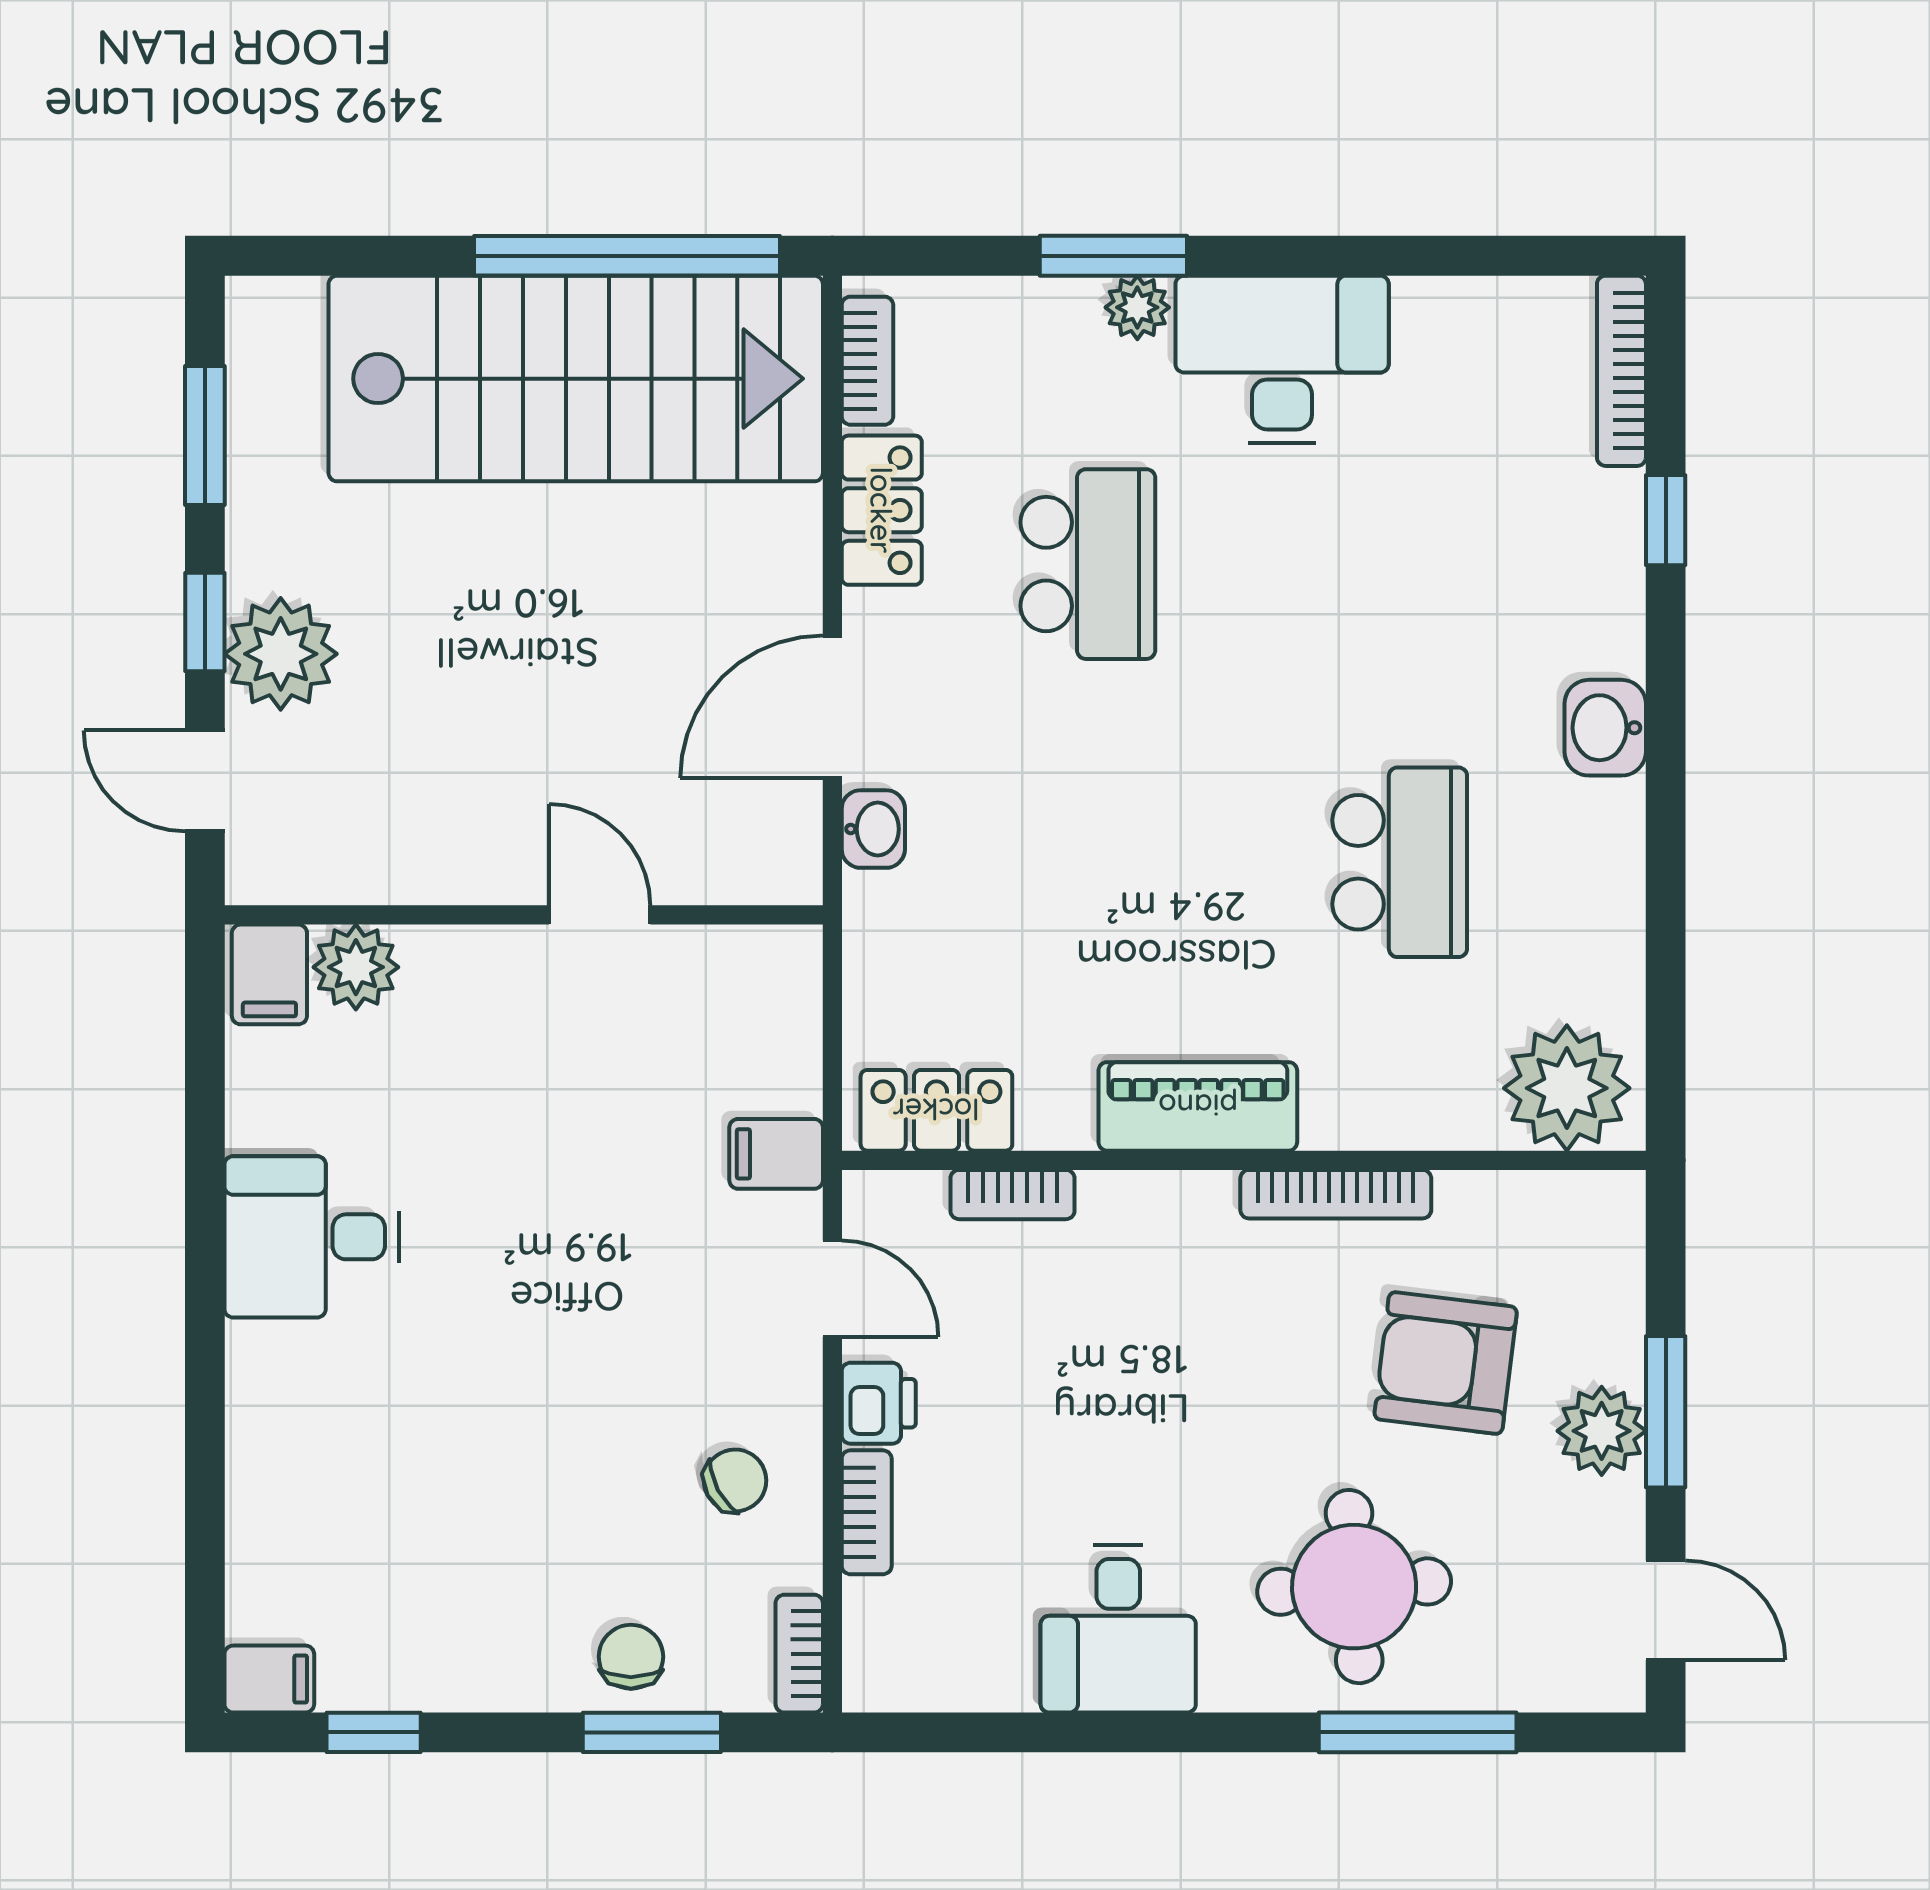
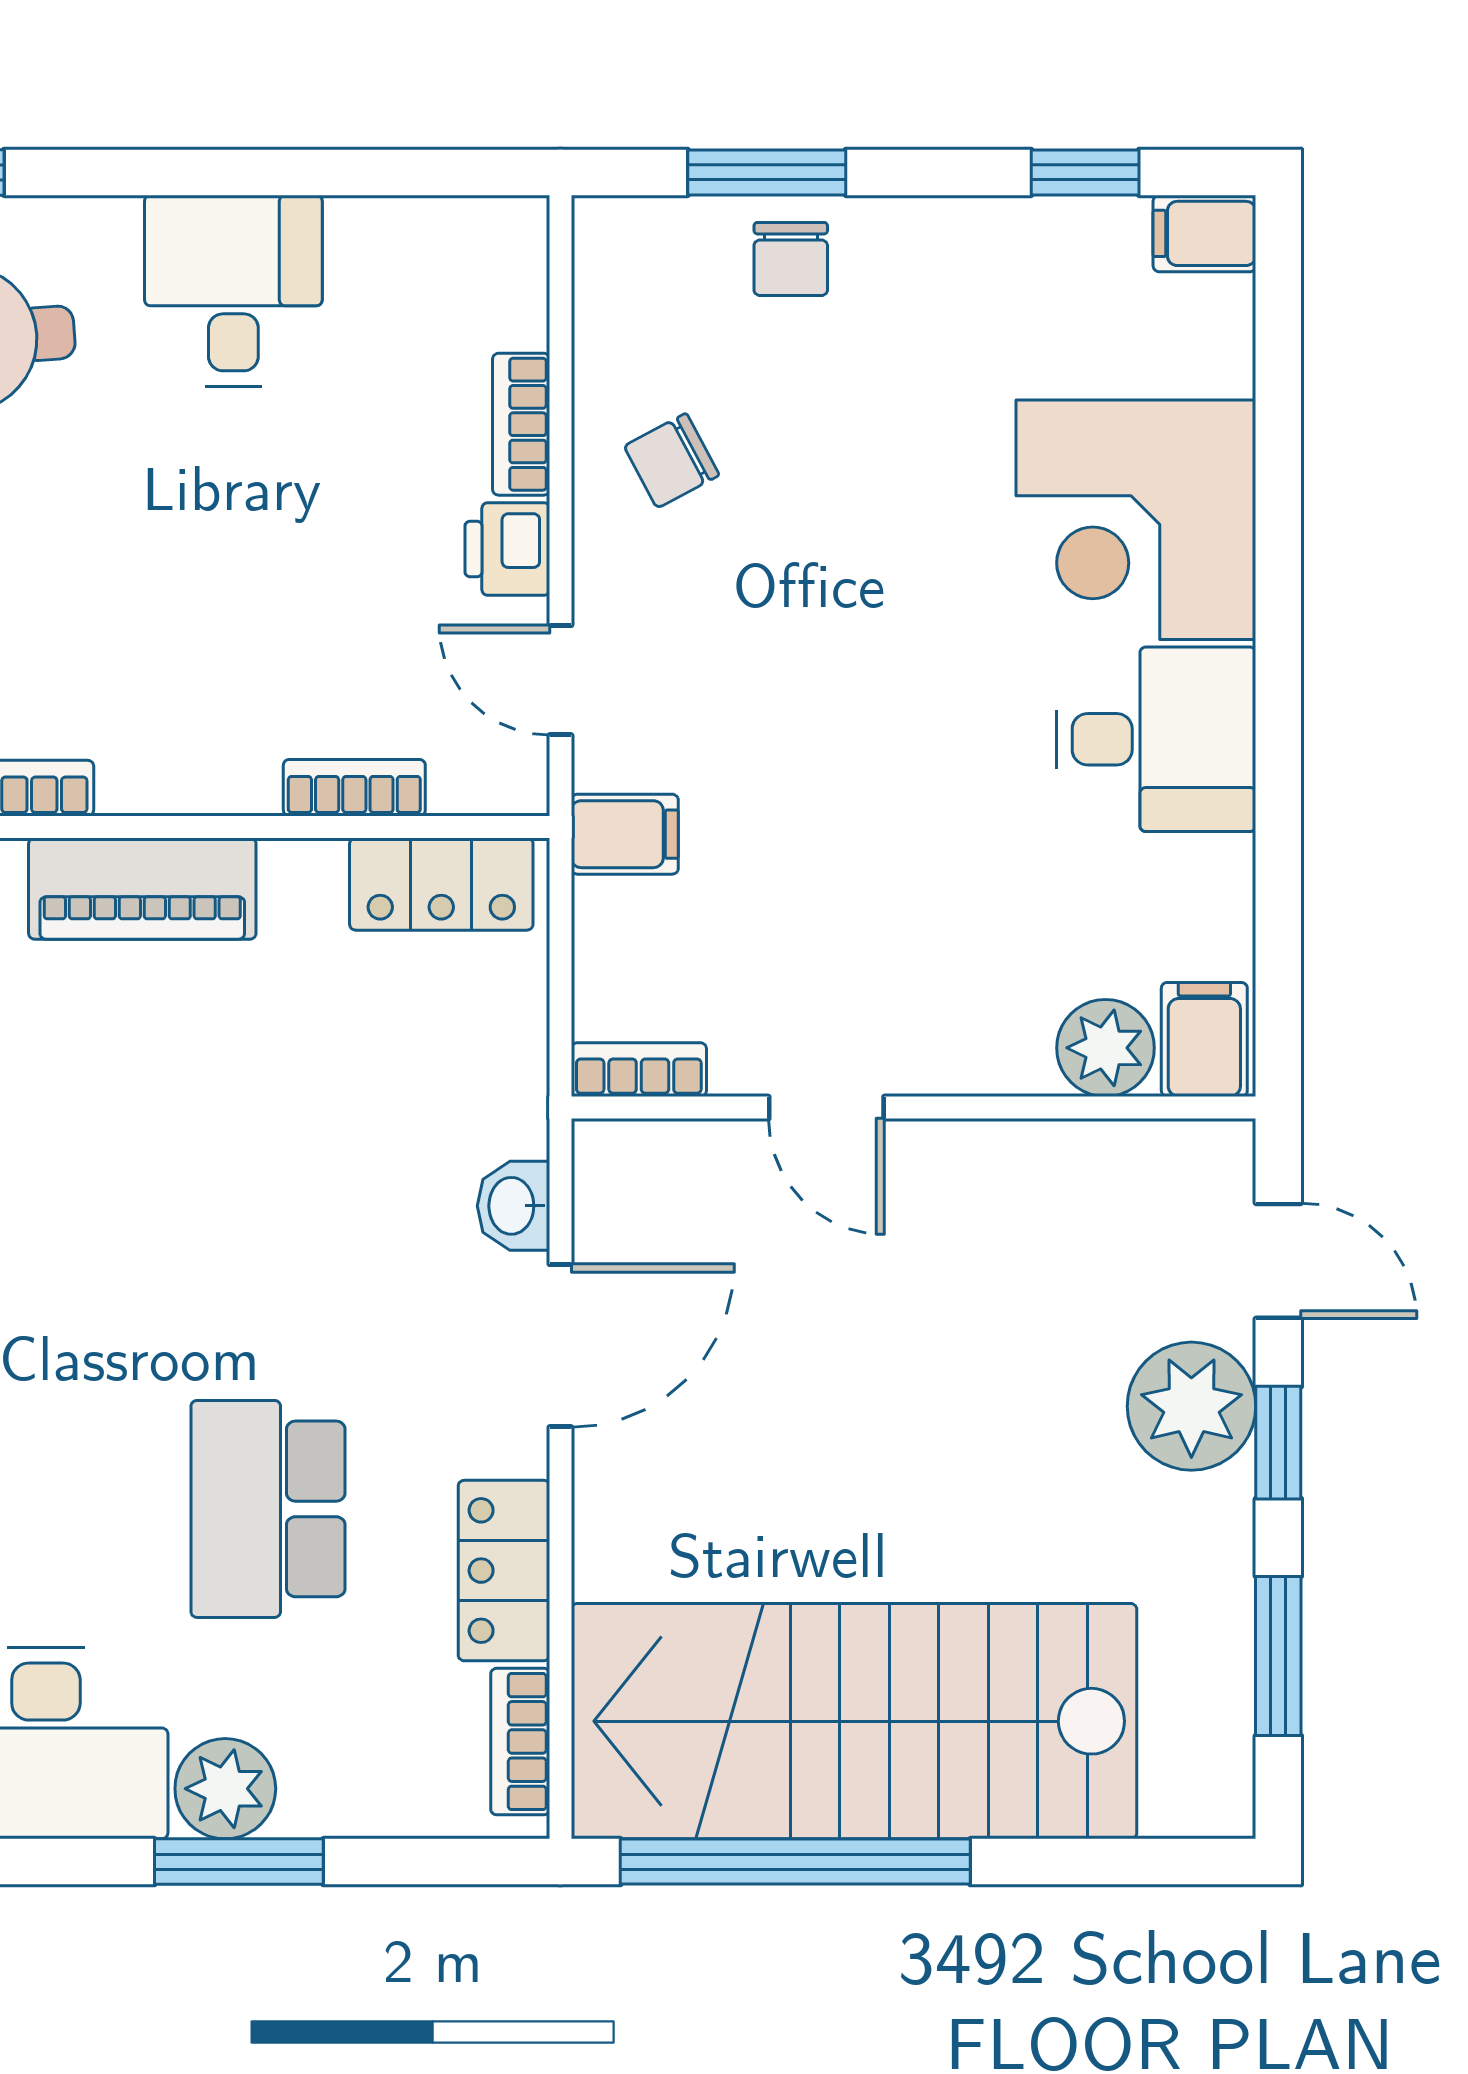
plant: (1137, 307) -> (225, 1789), width x1.38, depth x1.38
corner desk: (329, 1429) -> (1136, 520), added
bookcase: (799, 1654) -> (639, 1070), moved, turned -90

